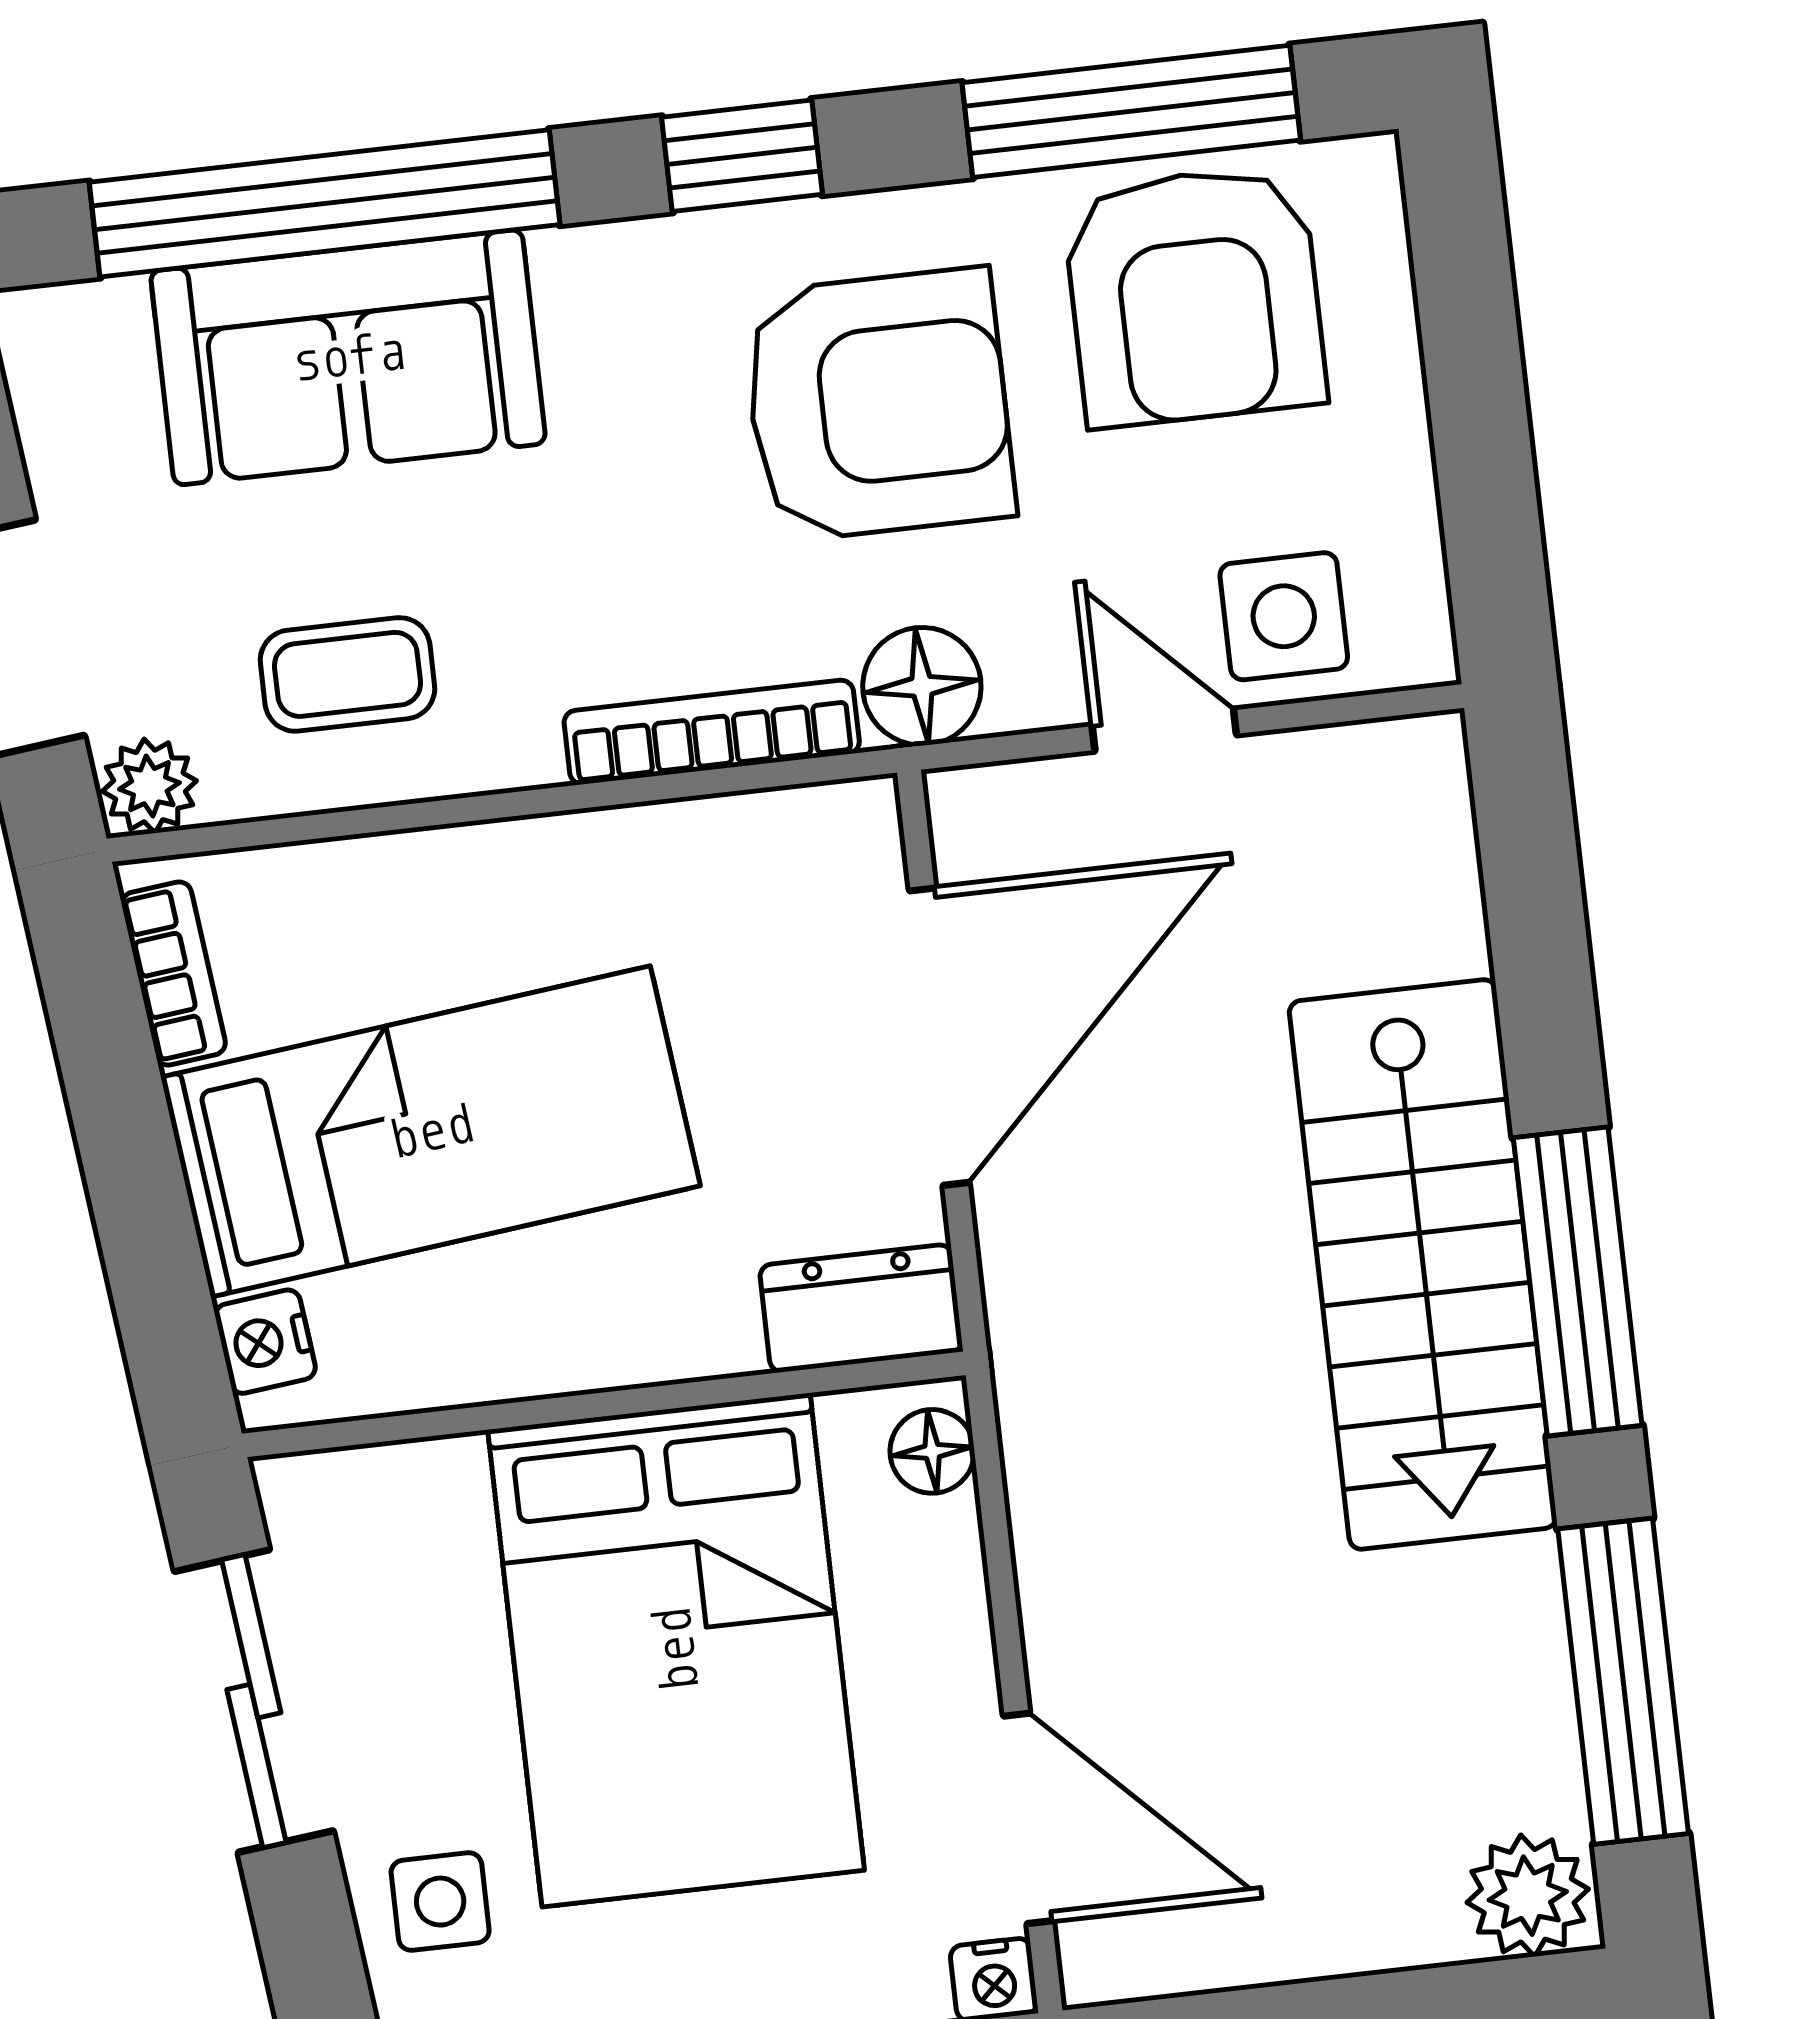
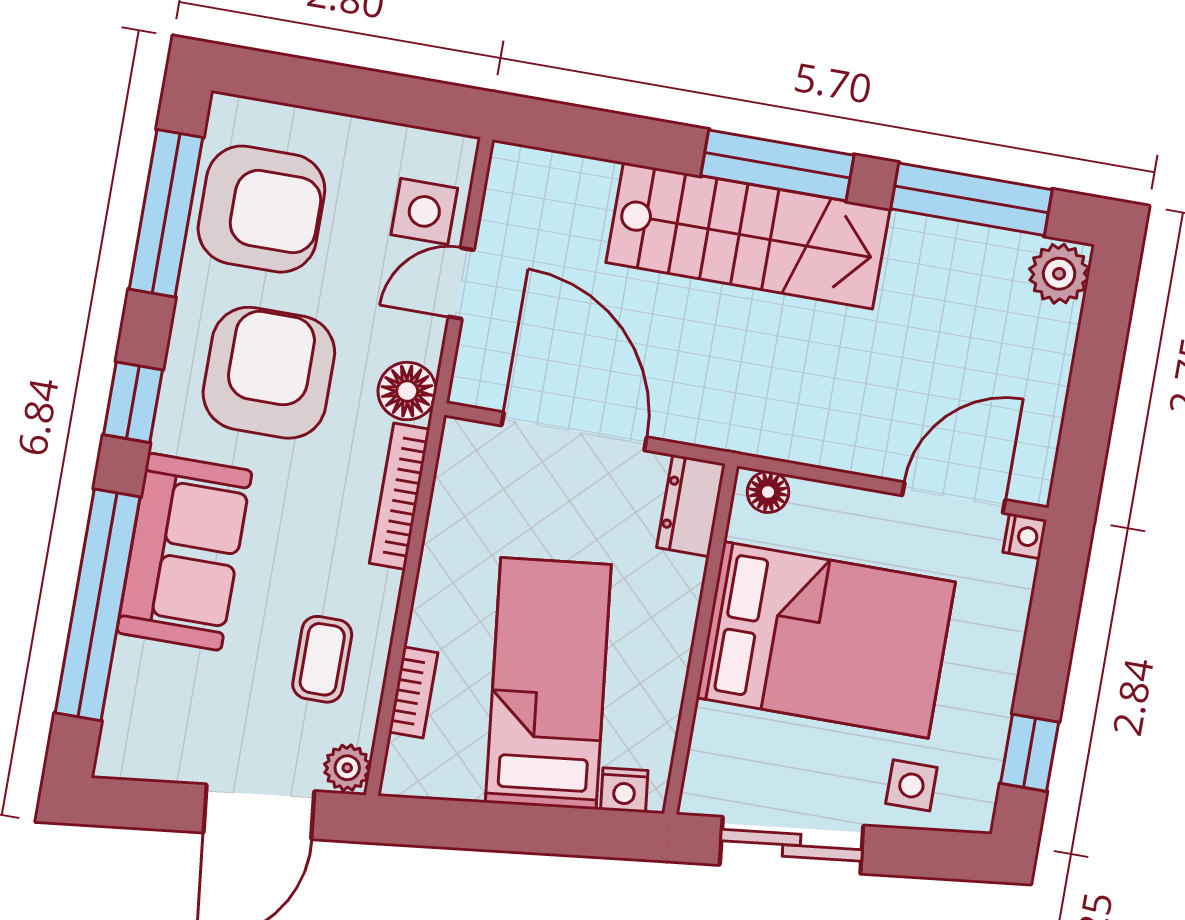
sofa: (348, 357) -> (184, 552), moved
bookcase: (174, 974) -> (413, 692), moved, turned 96

